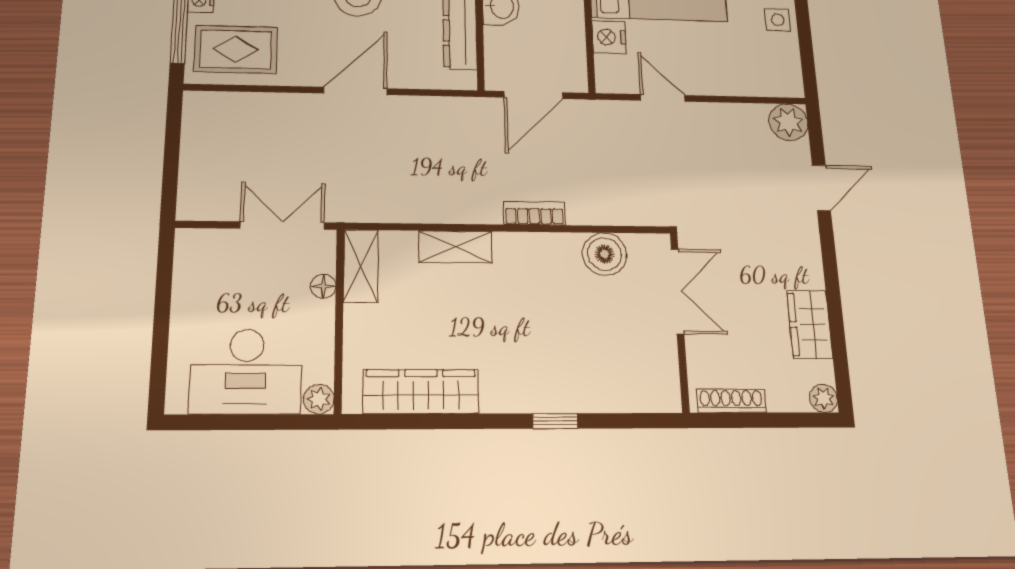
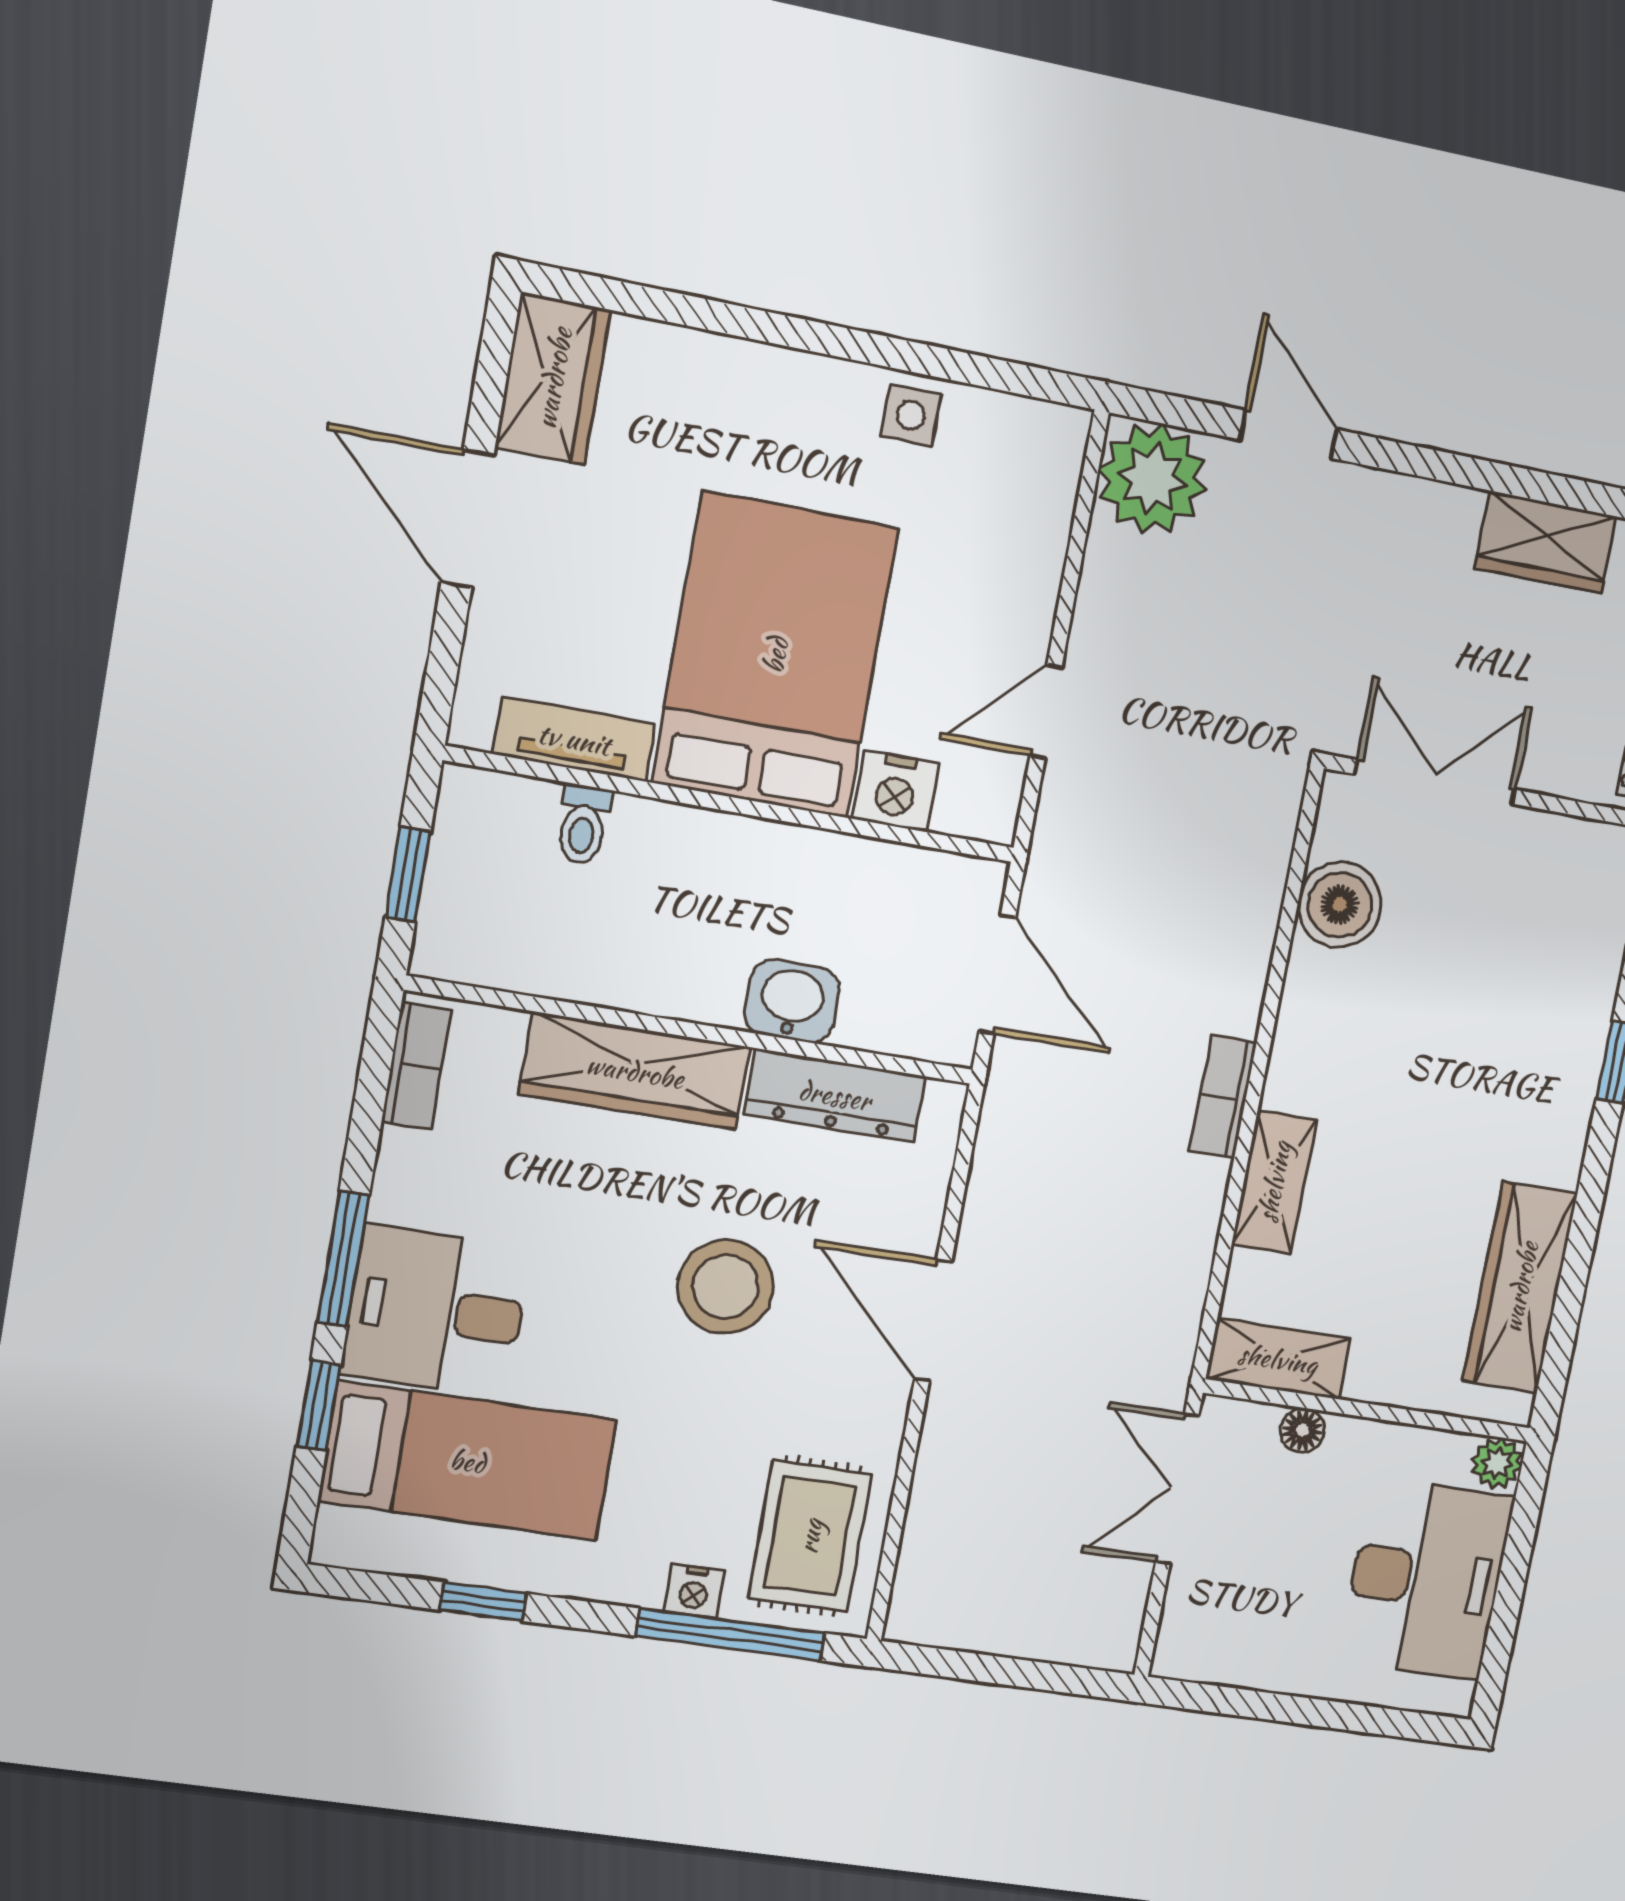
plant: (788, 122) -> (1152, 479), width x1.36, depth x1.36
bookcase: (534, 213) -> (1223, 1097), moved

